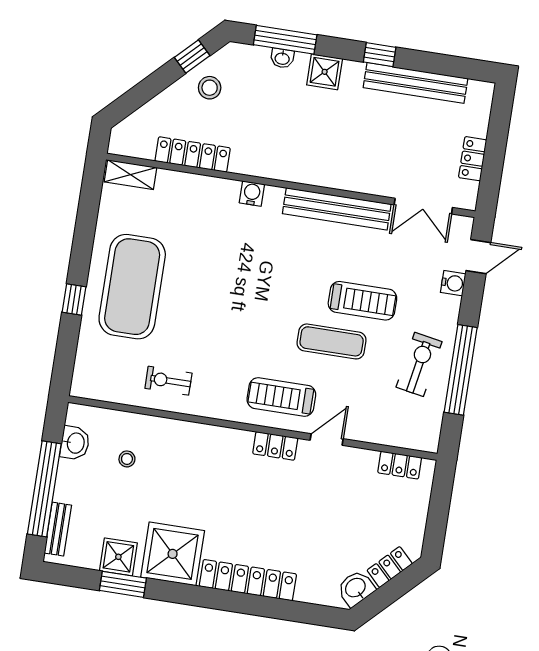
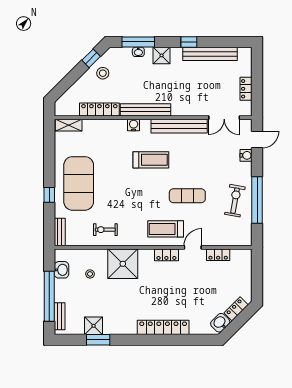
bench: (279, 169) -> (145, 110), added
treadmill: (362, 301) -> (151, 160), moved
bench: (83, 372) -> (60, 232), added
locker: (400, 465) -> (218, 255), moved
shower: (173, 554) -> (123, 264), moved

